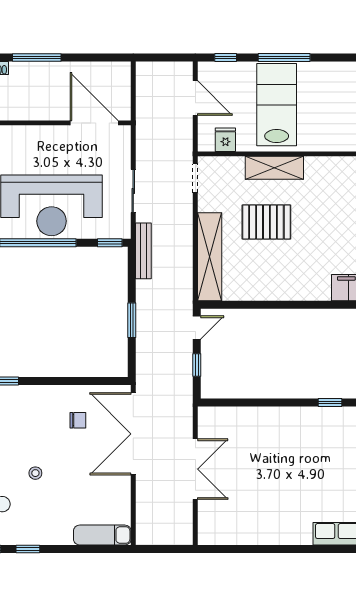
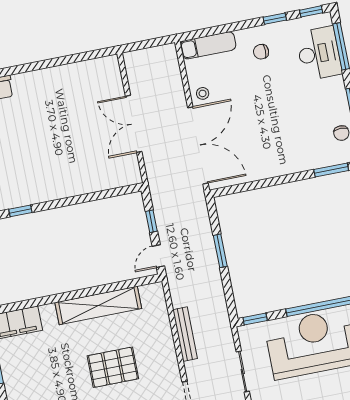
bench: (143, 251) -> (185, 334), moved
shelving: (210, 257) -> (98, 305), moved, turned 90
chair: (78, 420) -> (261, 52), moved
stool: (35, 473) -> (203, 93), moved

